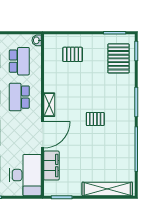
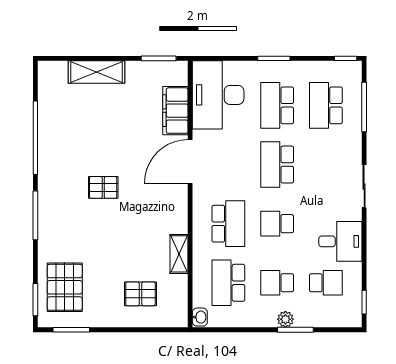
shelving: (49, 105) -> (179, 254), moved
shelving: (107, 189) -> (96, 72), width x0.68

